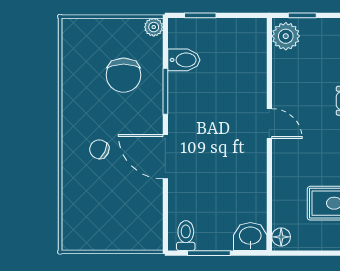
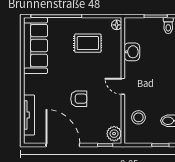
stool: (241, 66) -> (138, 117), added
washbasin: (250, 236) -> (132, 52), moved, turned -90

